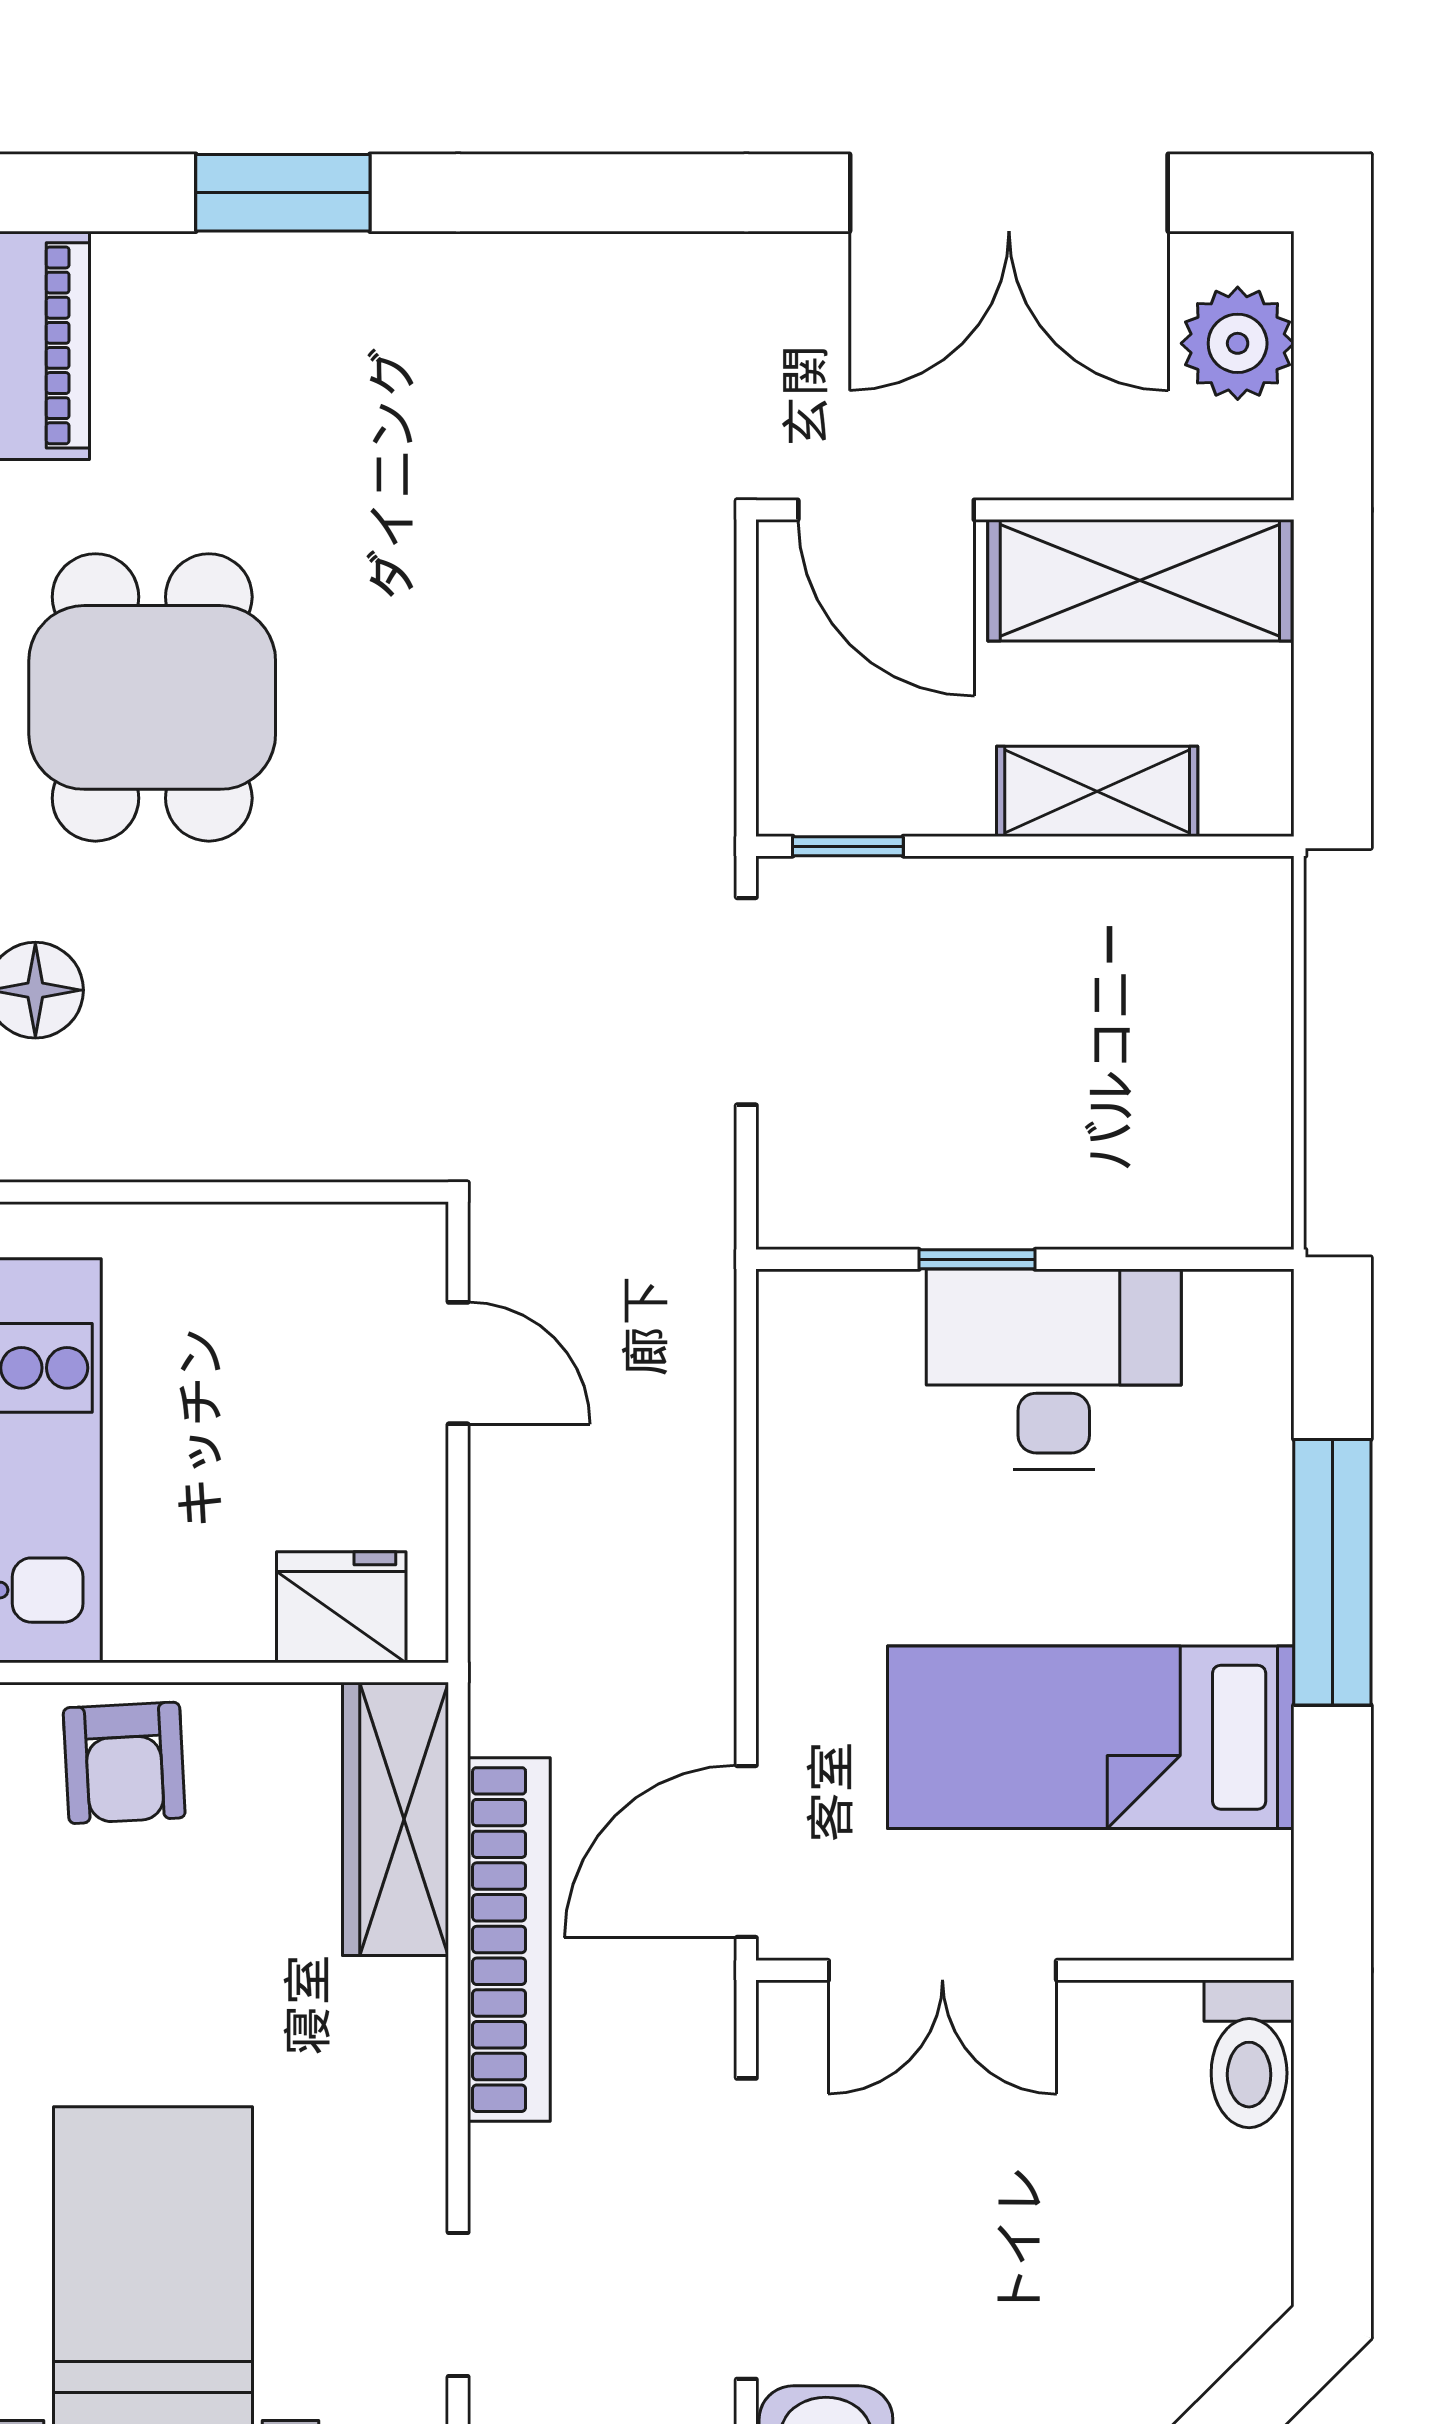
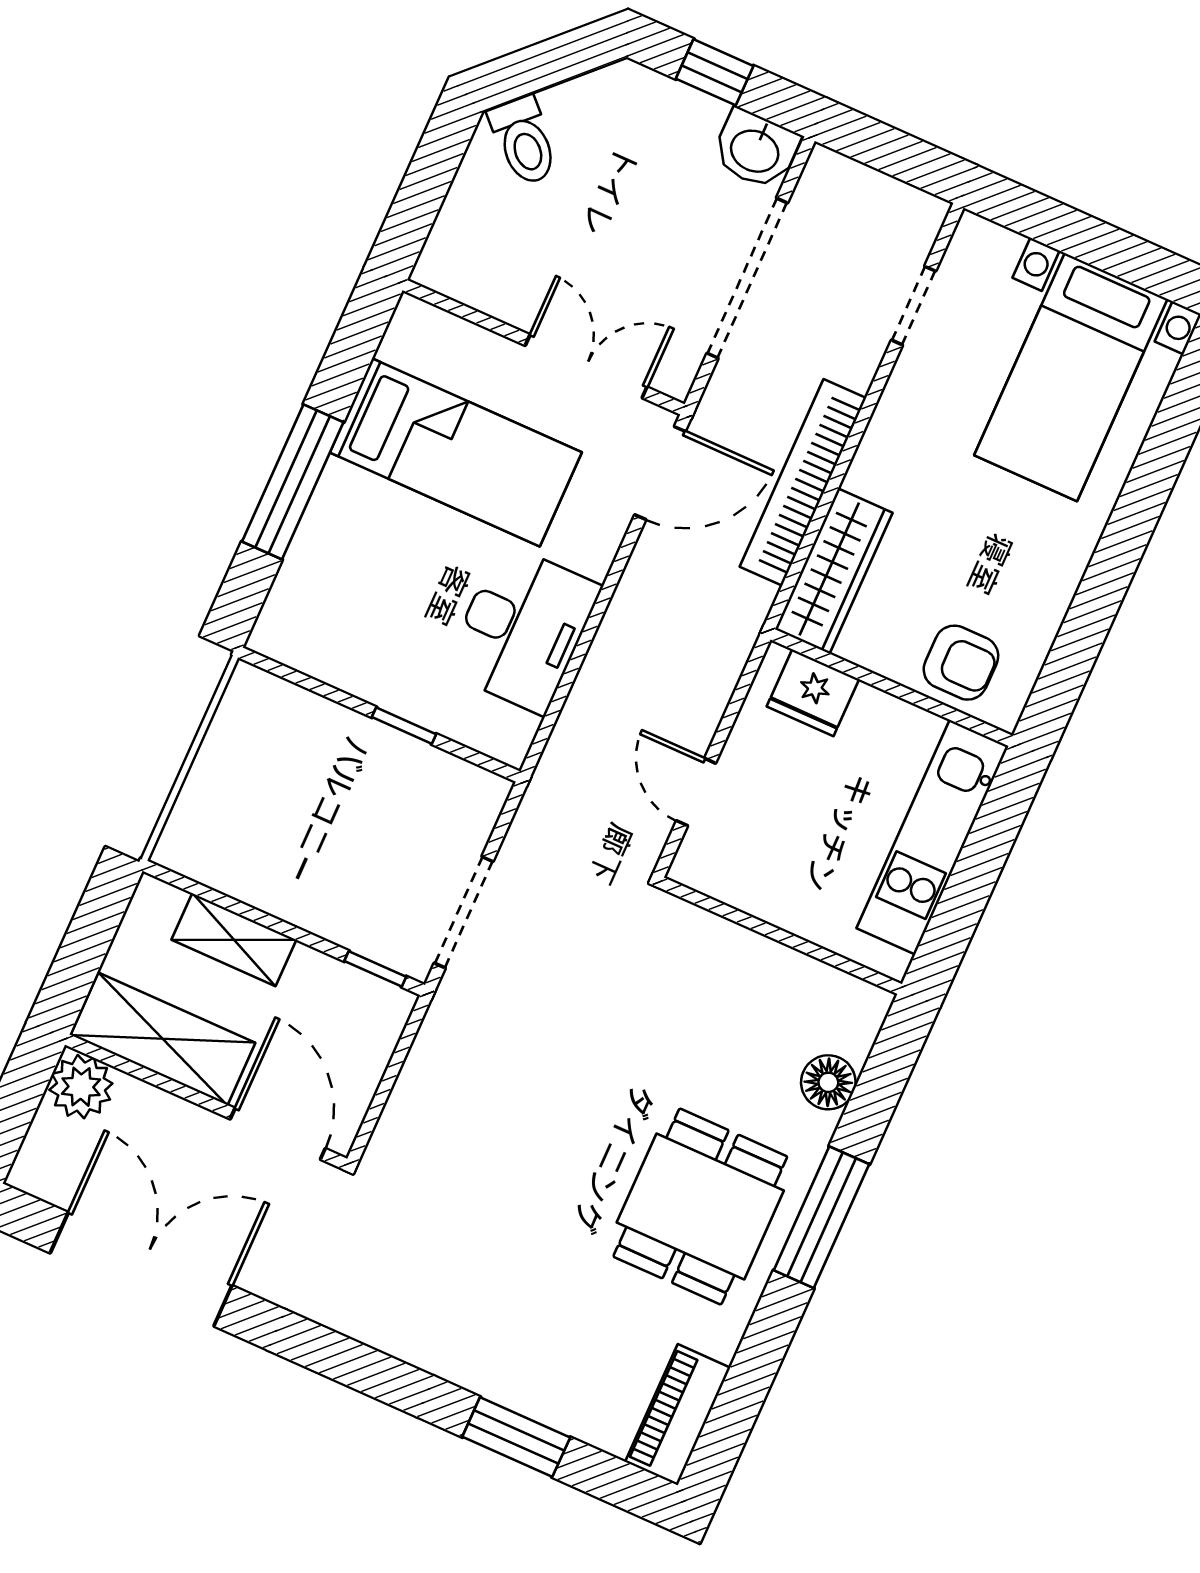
plant: (1238, 343) -> (81, 1087), moved
desk: (1054, 1369) -> (522, 629), moved, turned -90
armchair: (124, 1763) -> (961, 663), turned 93
toilet: (1249, 2054) -> (524, 141), moved, turned 135

